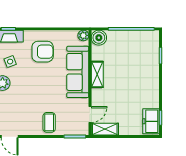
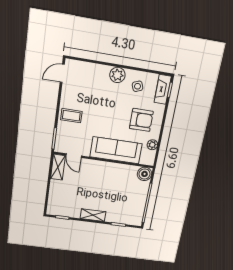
plant: (83, 35) -> (152, 145), moved
armchair: (43, 52) -> (141, 120), turned -90
shelving: (97, 74) -> (93, 215), moved
freezer: (151, 121) -> (60, 209), removed

